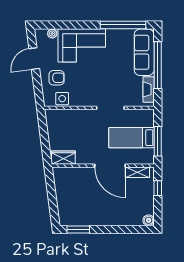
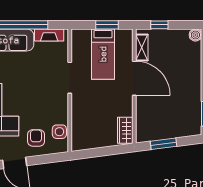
window: (158, 141) -> (107, 25), width x0.69
door: (110, 166) -> (134, 78), hinge flipped
window: (51, 192) -> (164, 144), added

